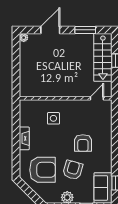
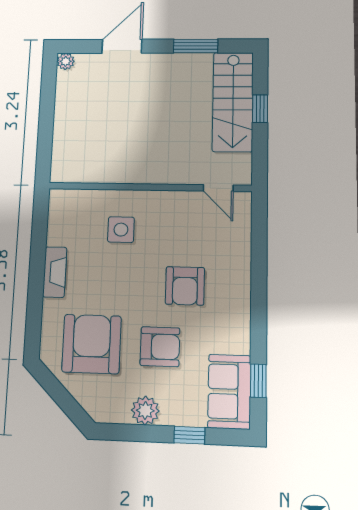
door: (97, 98) -> (218, 188), swing flipped
armchair: (43, 170) -> (92, 344), turned -90
armchair: (73, 170) -> (160, 347), turned 74

